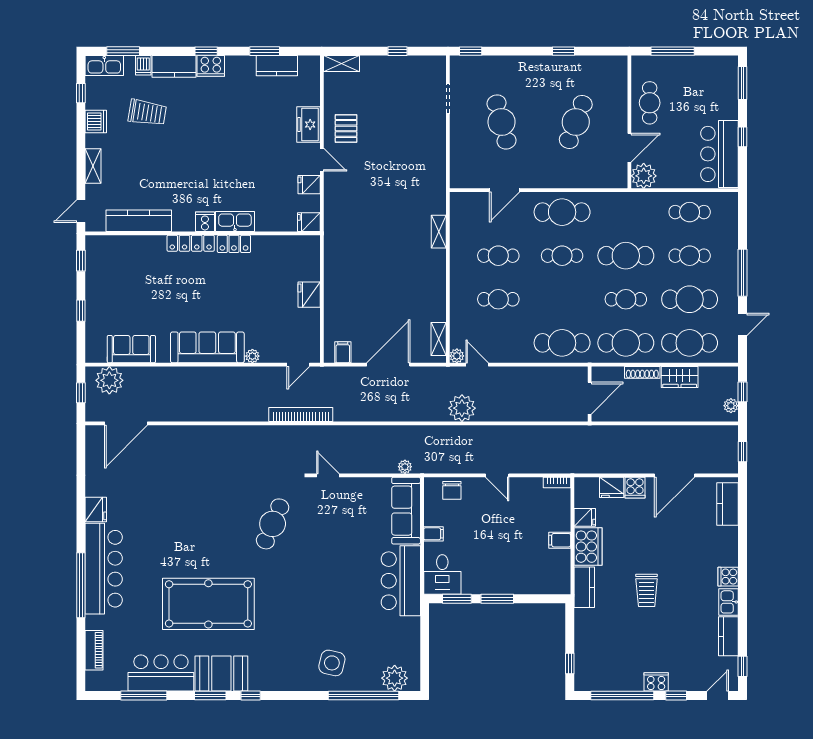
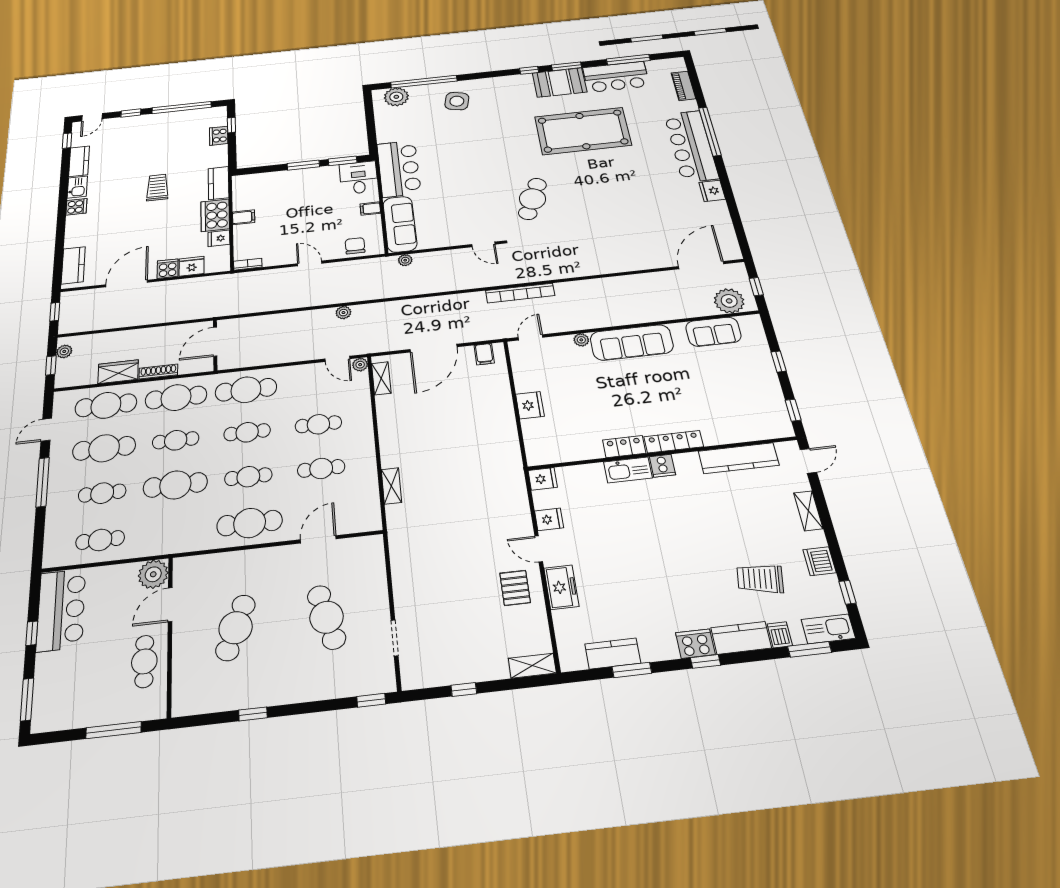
cafe table: (562, 299) -> (247, 432), added
plant: (462, 408) -> (343, 313), width x0.53, depth x0.53
cooker: (656, 682) -> (219, 136), moved, turned 90

